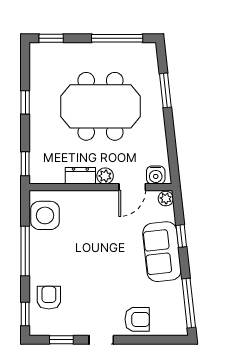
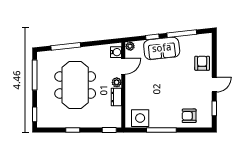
window: (165, 90) -> (66, 46), width x1.44
door: (132, 187) -> (123, 66), hinge flipped
window: (189, 303) -> (182, 34), moved
window: (25, 314) -> (199, 130), removed

